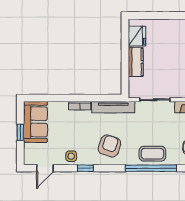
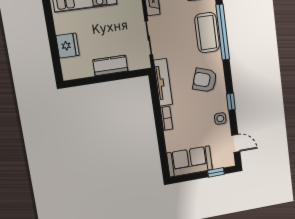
fridge: (137, 36) -> (68, 46), moved, turned 90
window: (20, 132) -> (216, 172), moved
coffee table: (152, 154) -> (207, 33), width x1.36, depth x1.32

